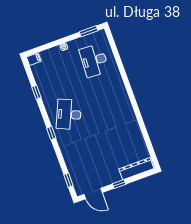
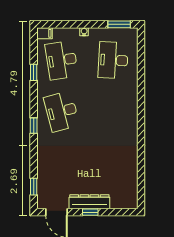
desk: (54, 75) -> (62, 60), added
desk: (69, 114) -> (62, 111), turned -39
dresser: (136, 169) -> (89, 202), moved

